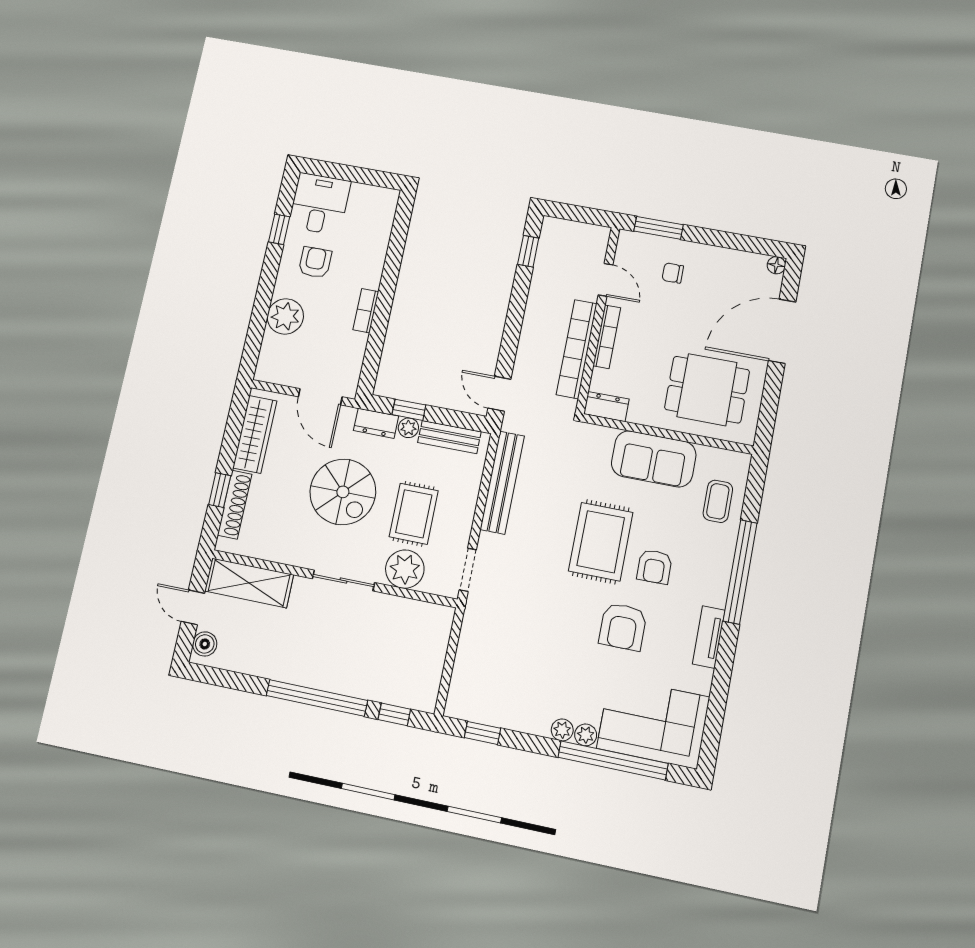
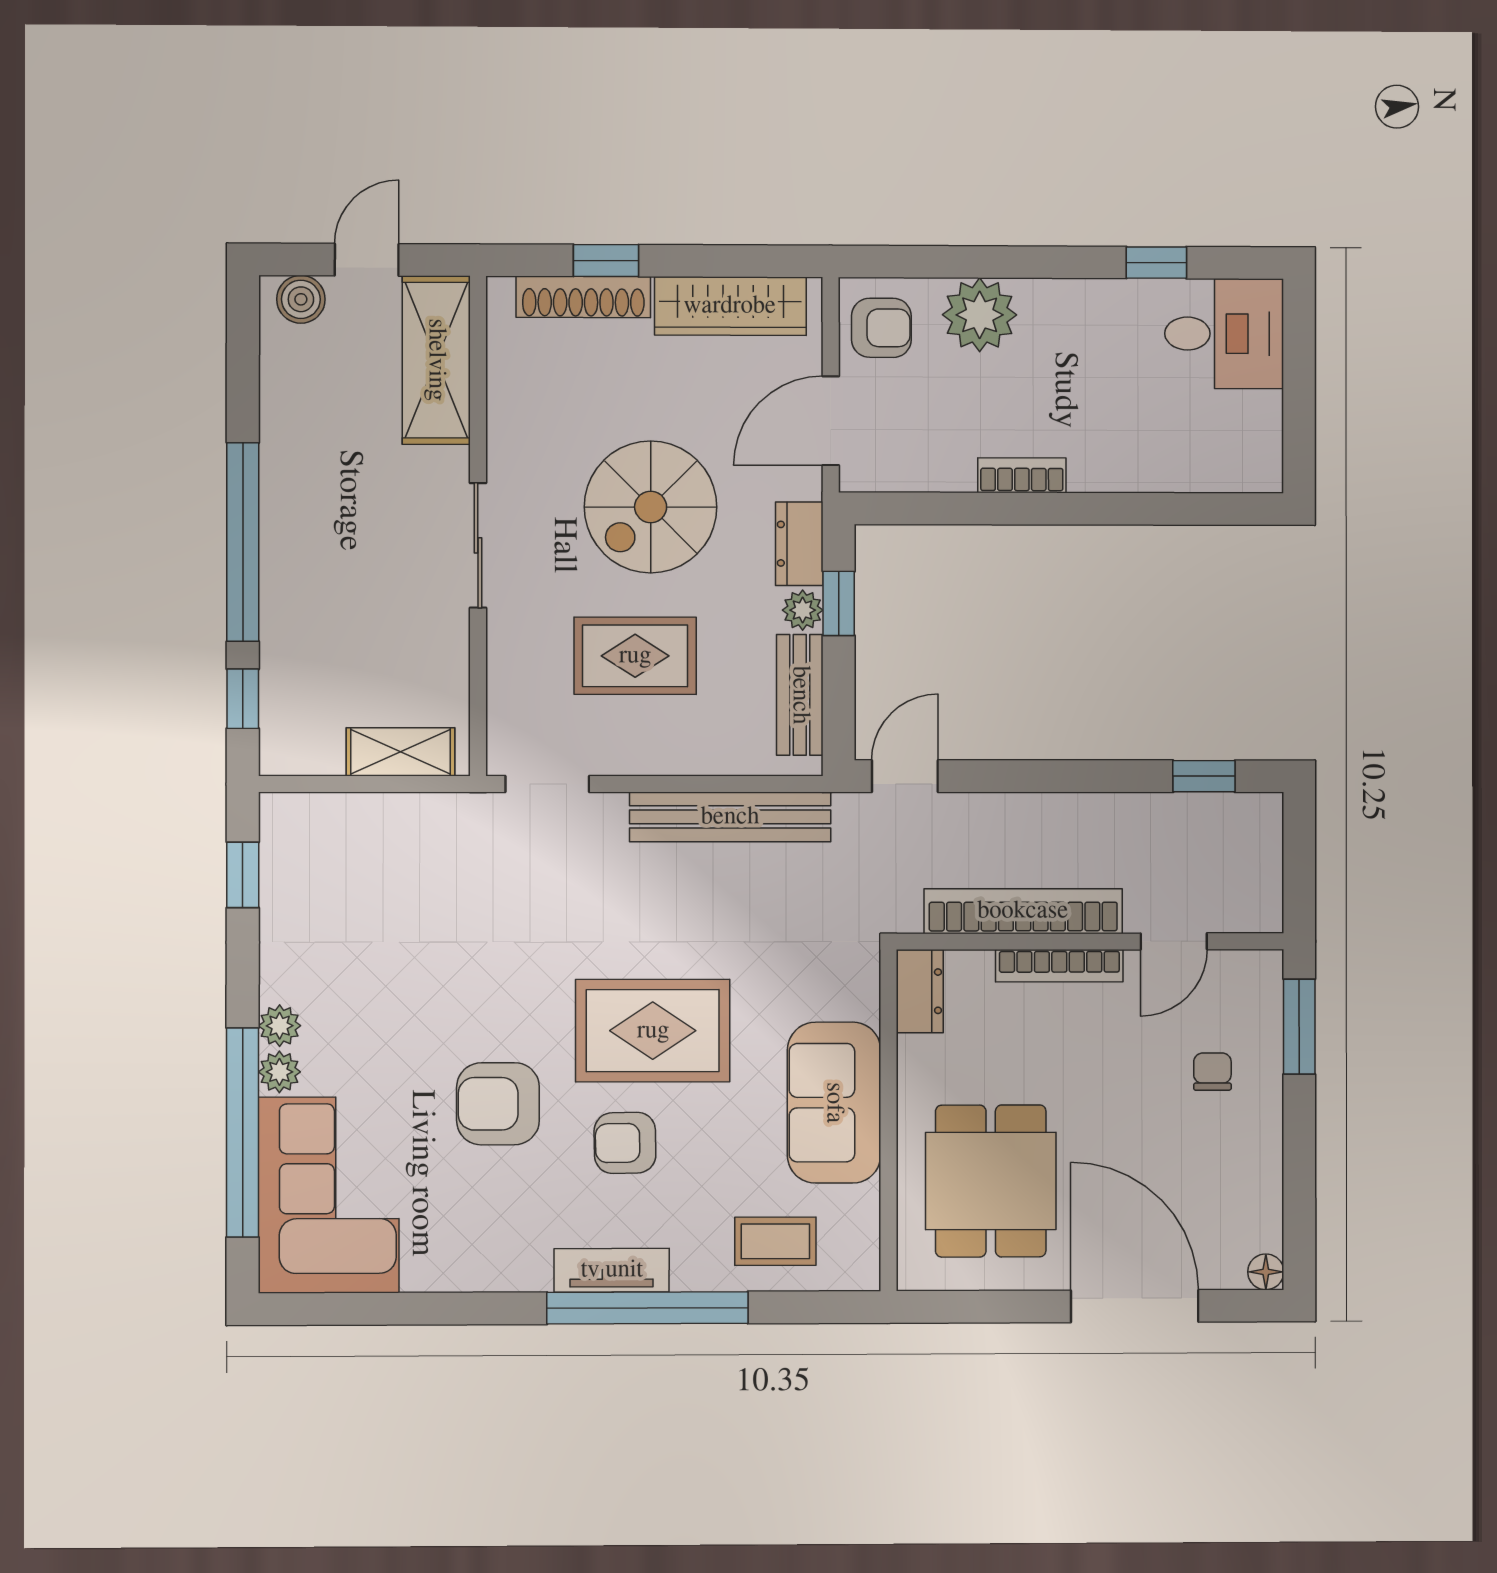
armchair: (315, 262) -> (881, 328), moved
plant: (405, 569) -> (524, 661), removed
tv unit: (709, 637) -> (612, 1270), moved
shelving: (437, 640) -> (400, 752), added

